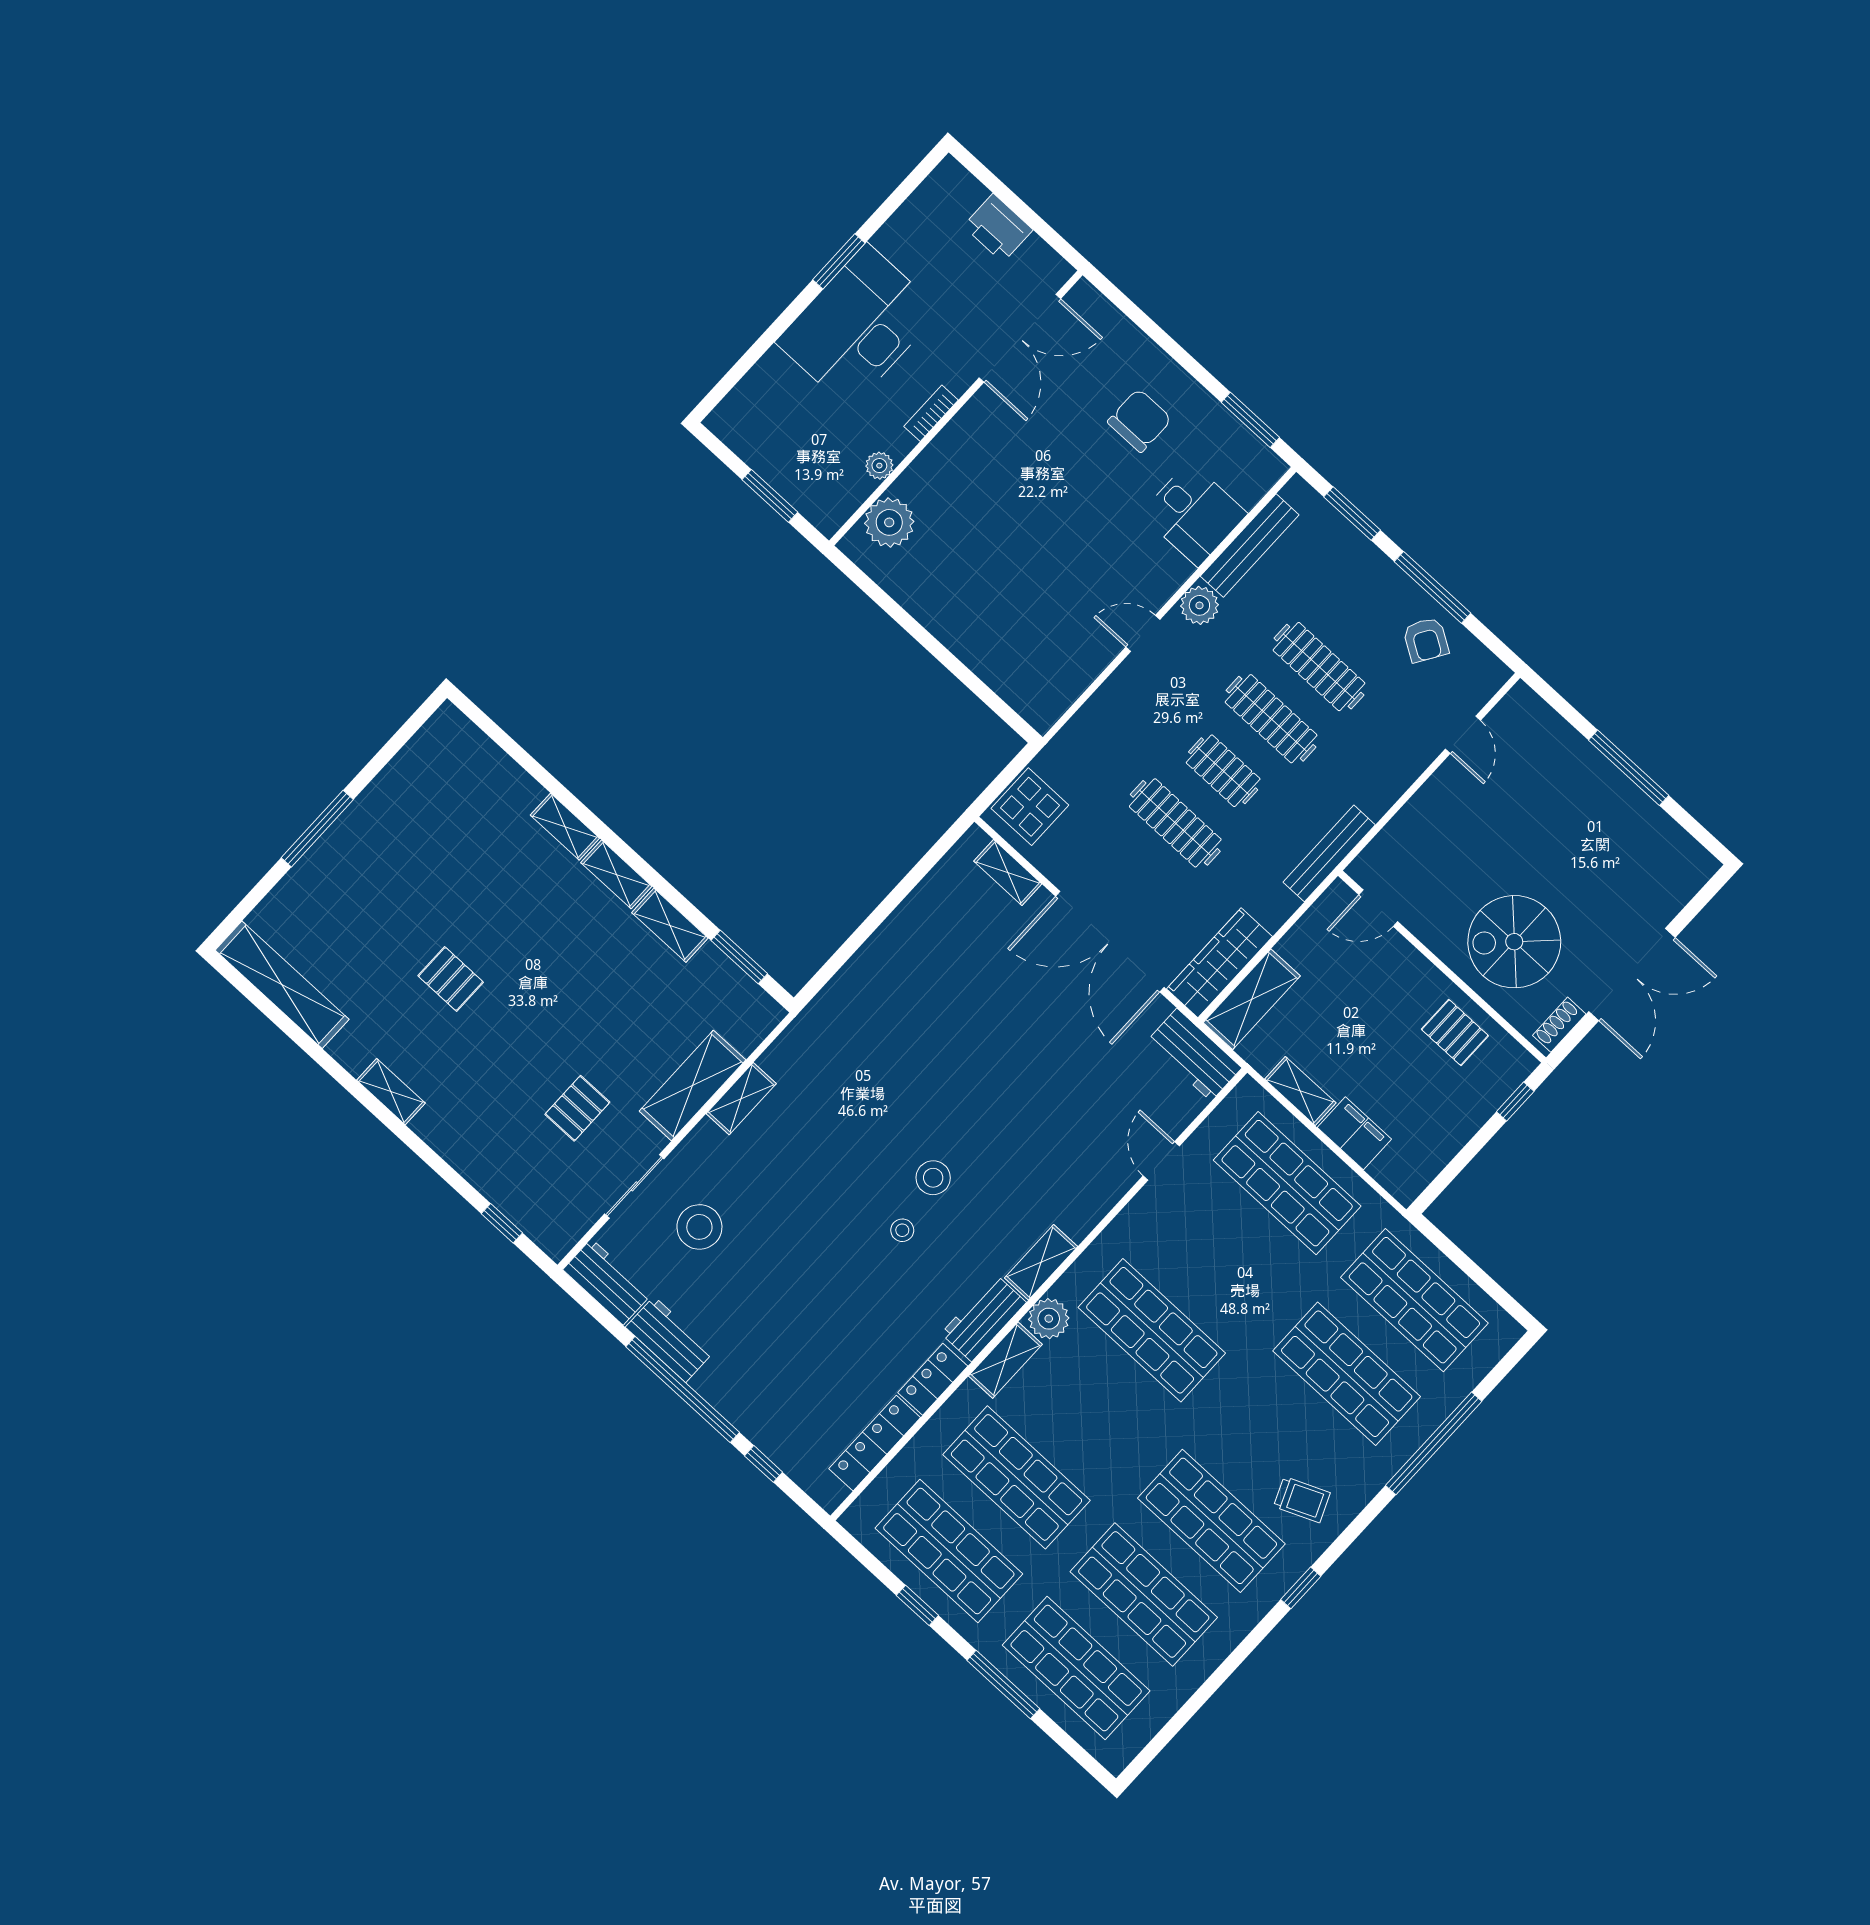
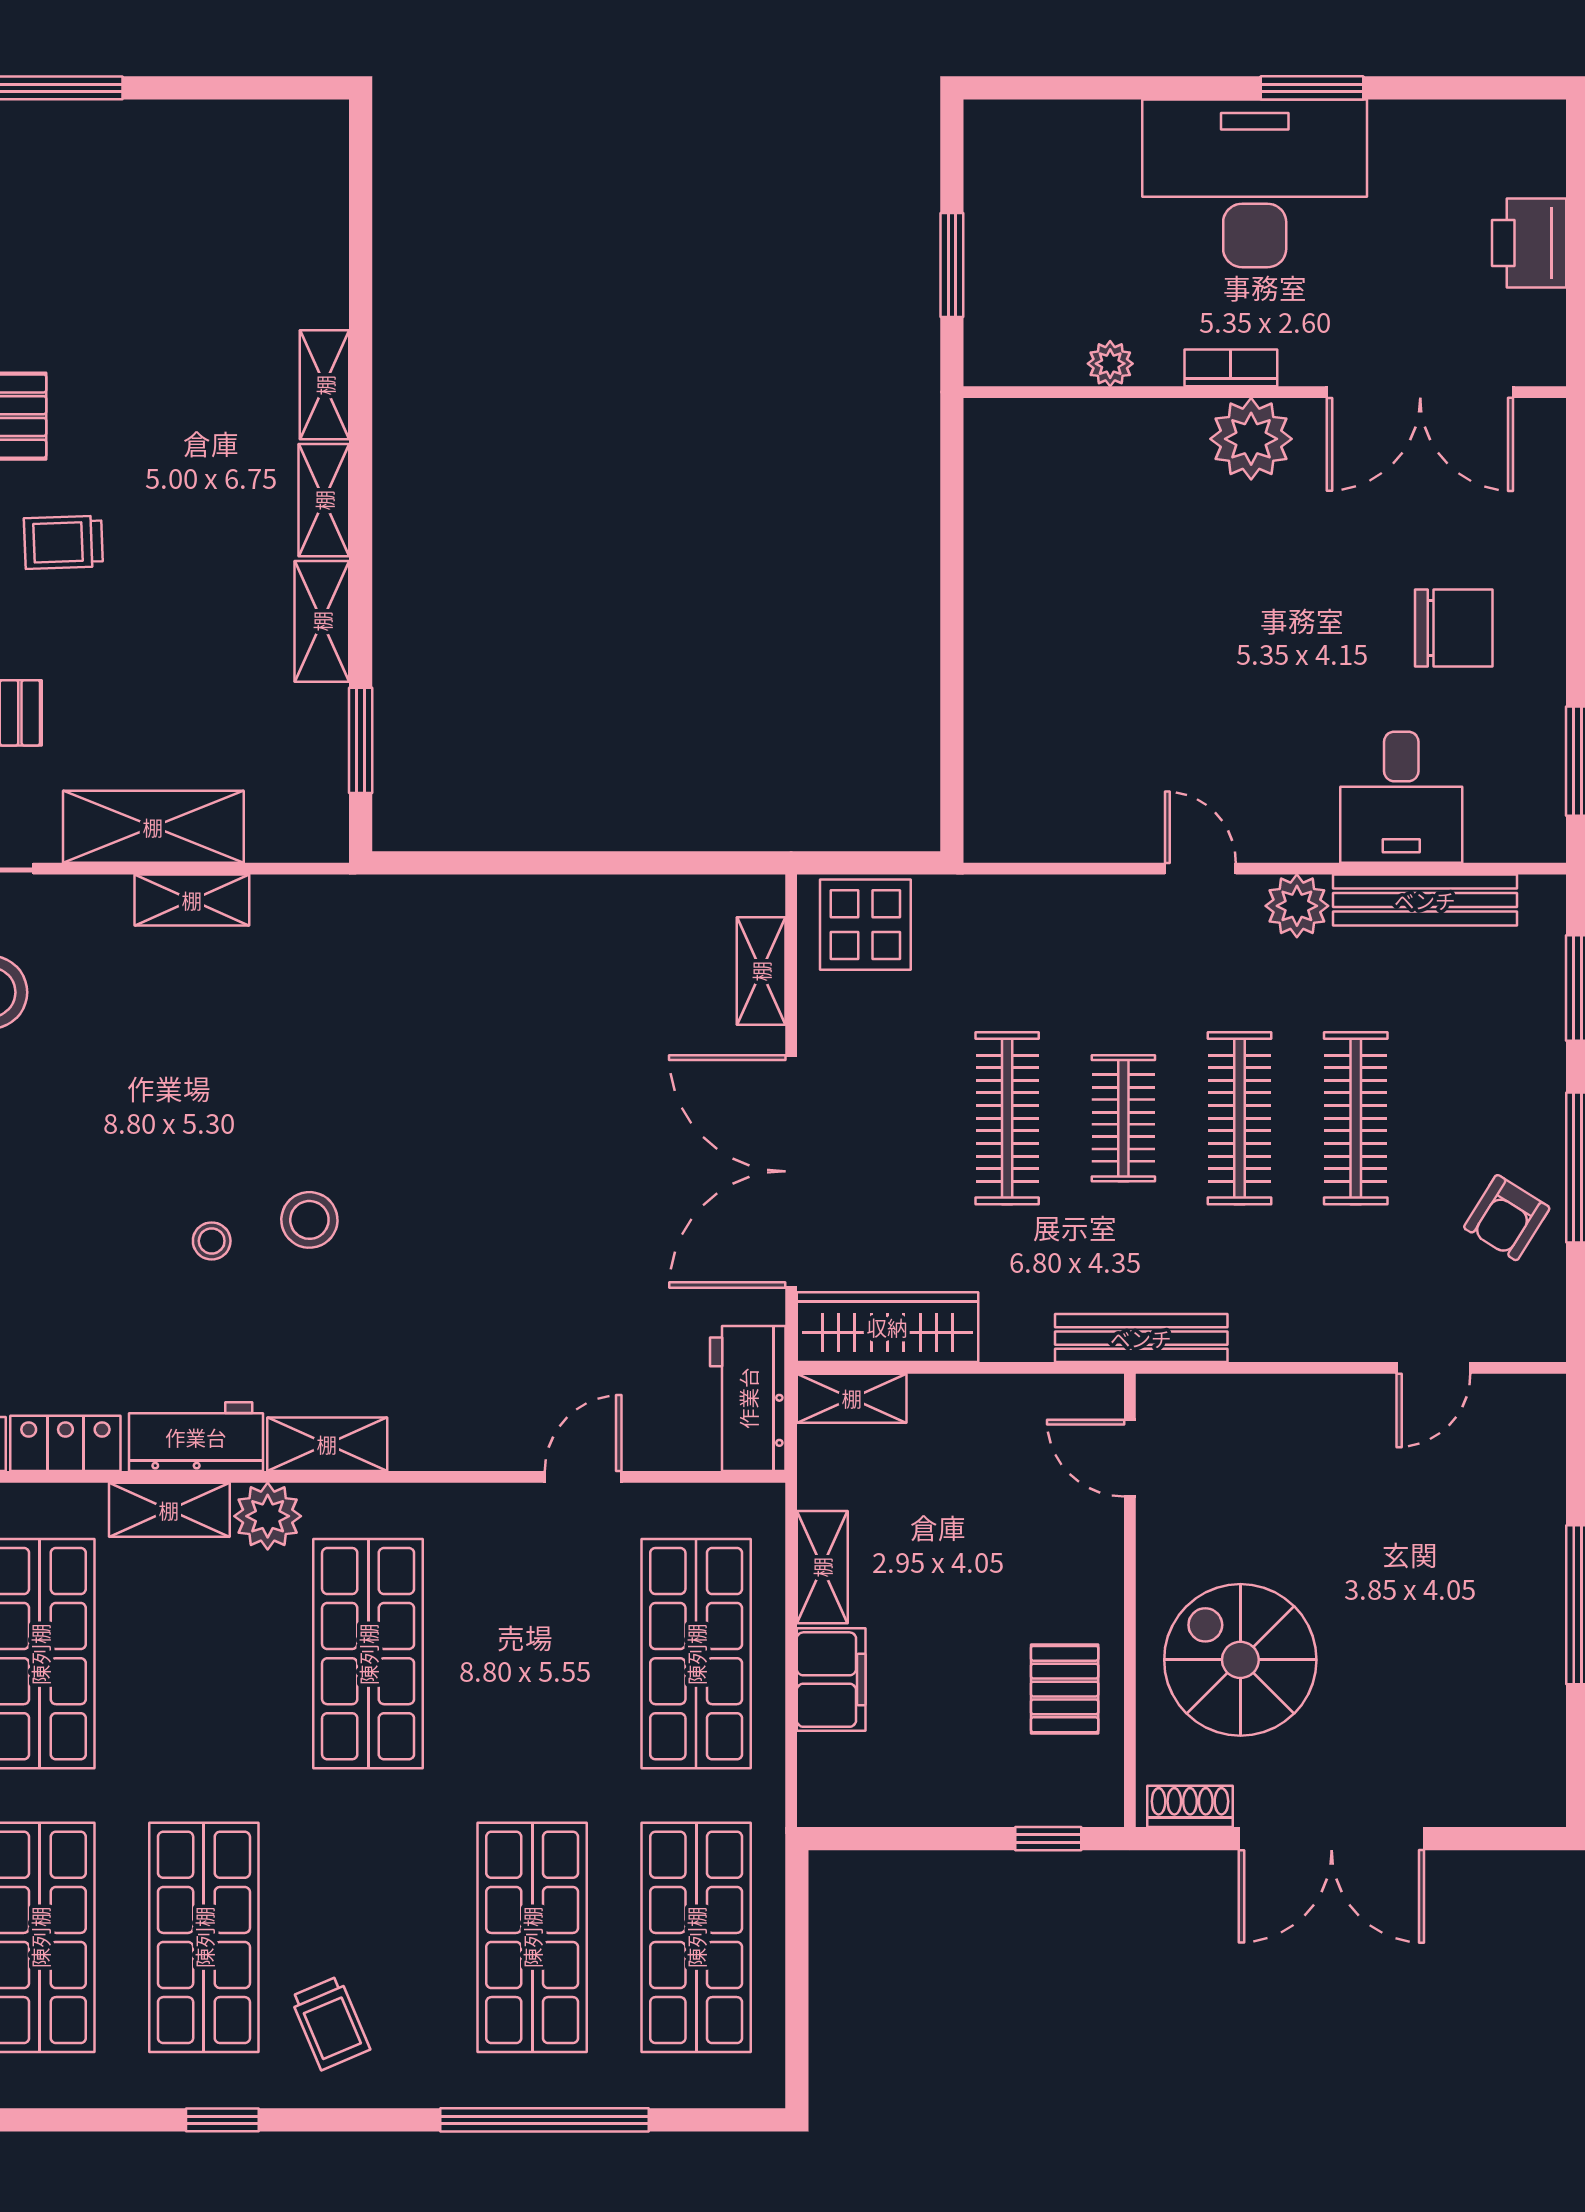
plant: (889, 522) -> (1251, 439), moved
shelving: (1252, 999) -> (852, 1398), width x0.67, depth x0.75
trolley: (528, 1009) -> (63, 542), added

